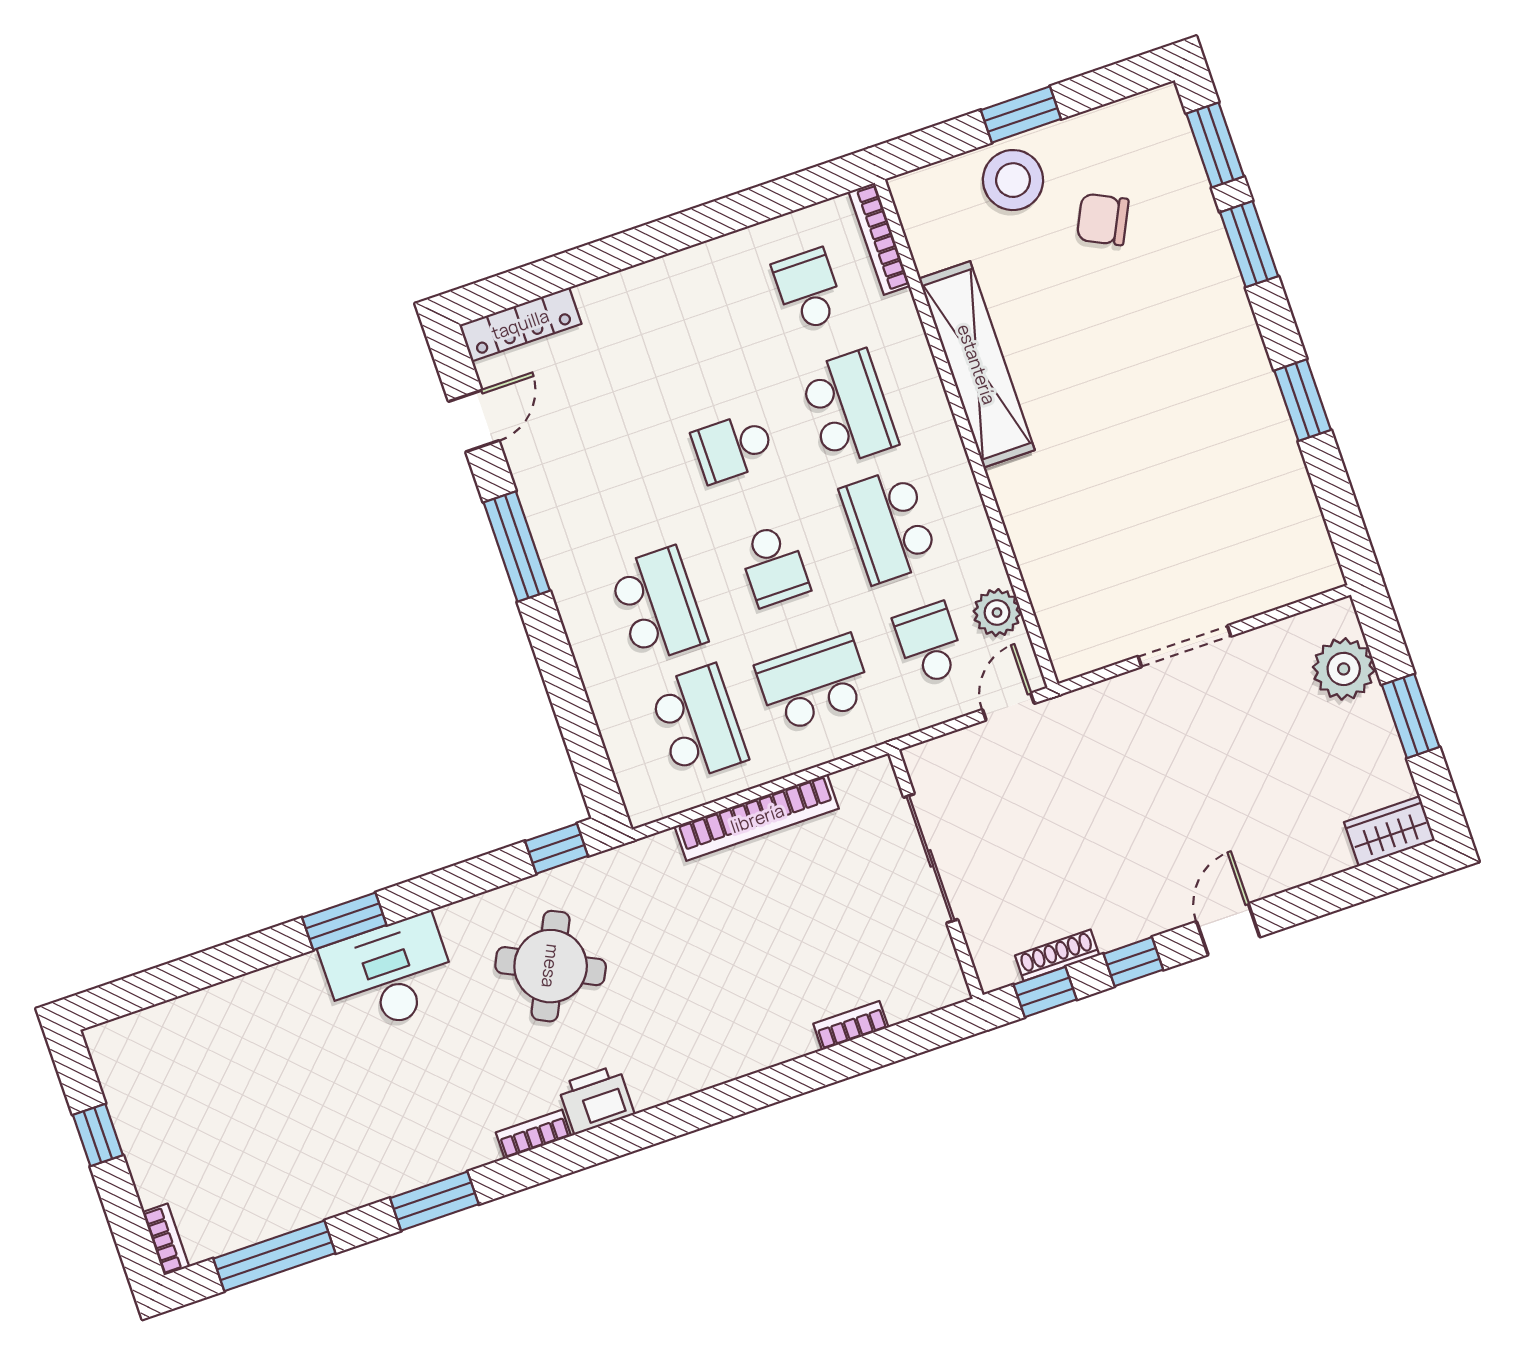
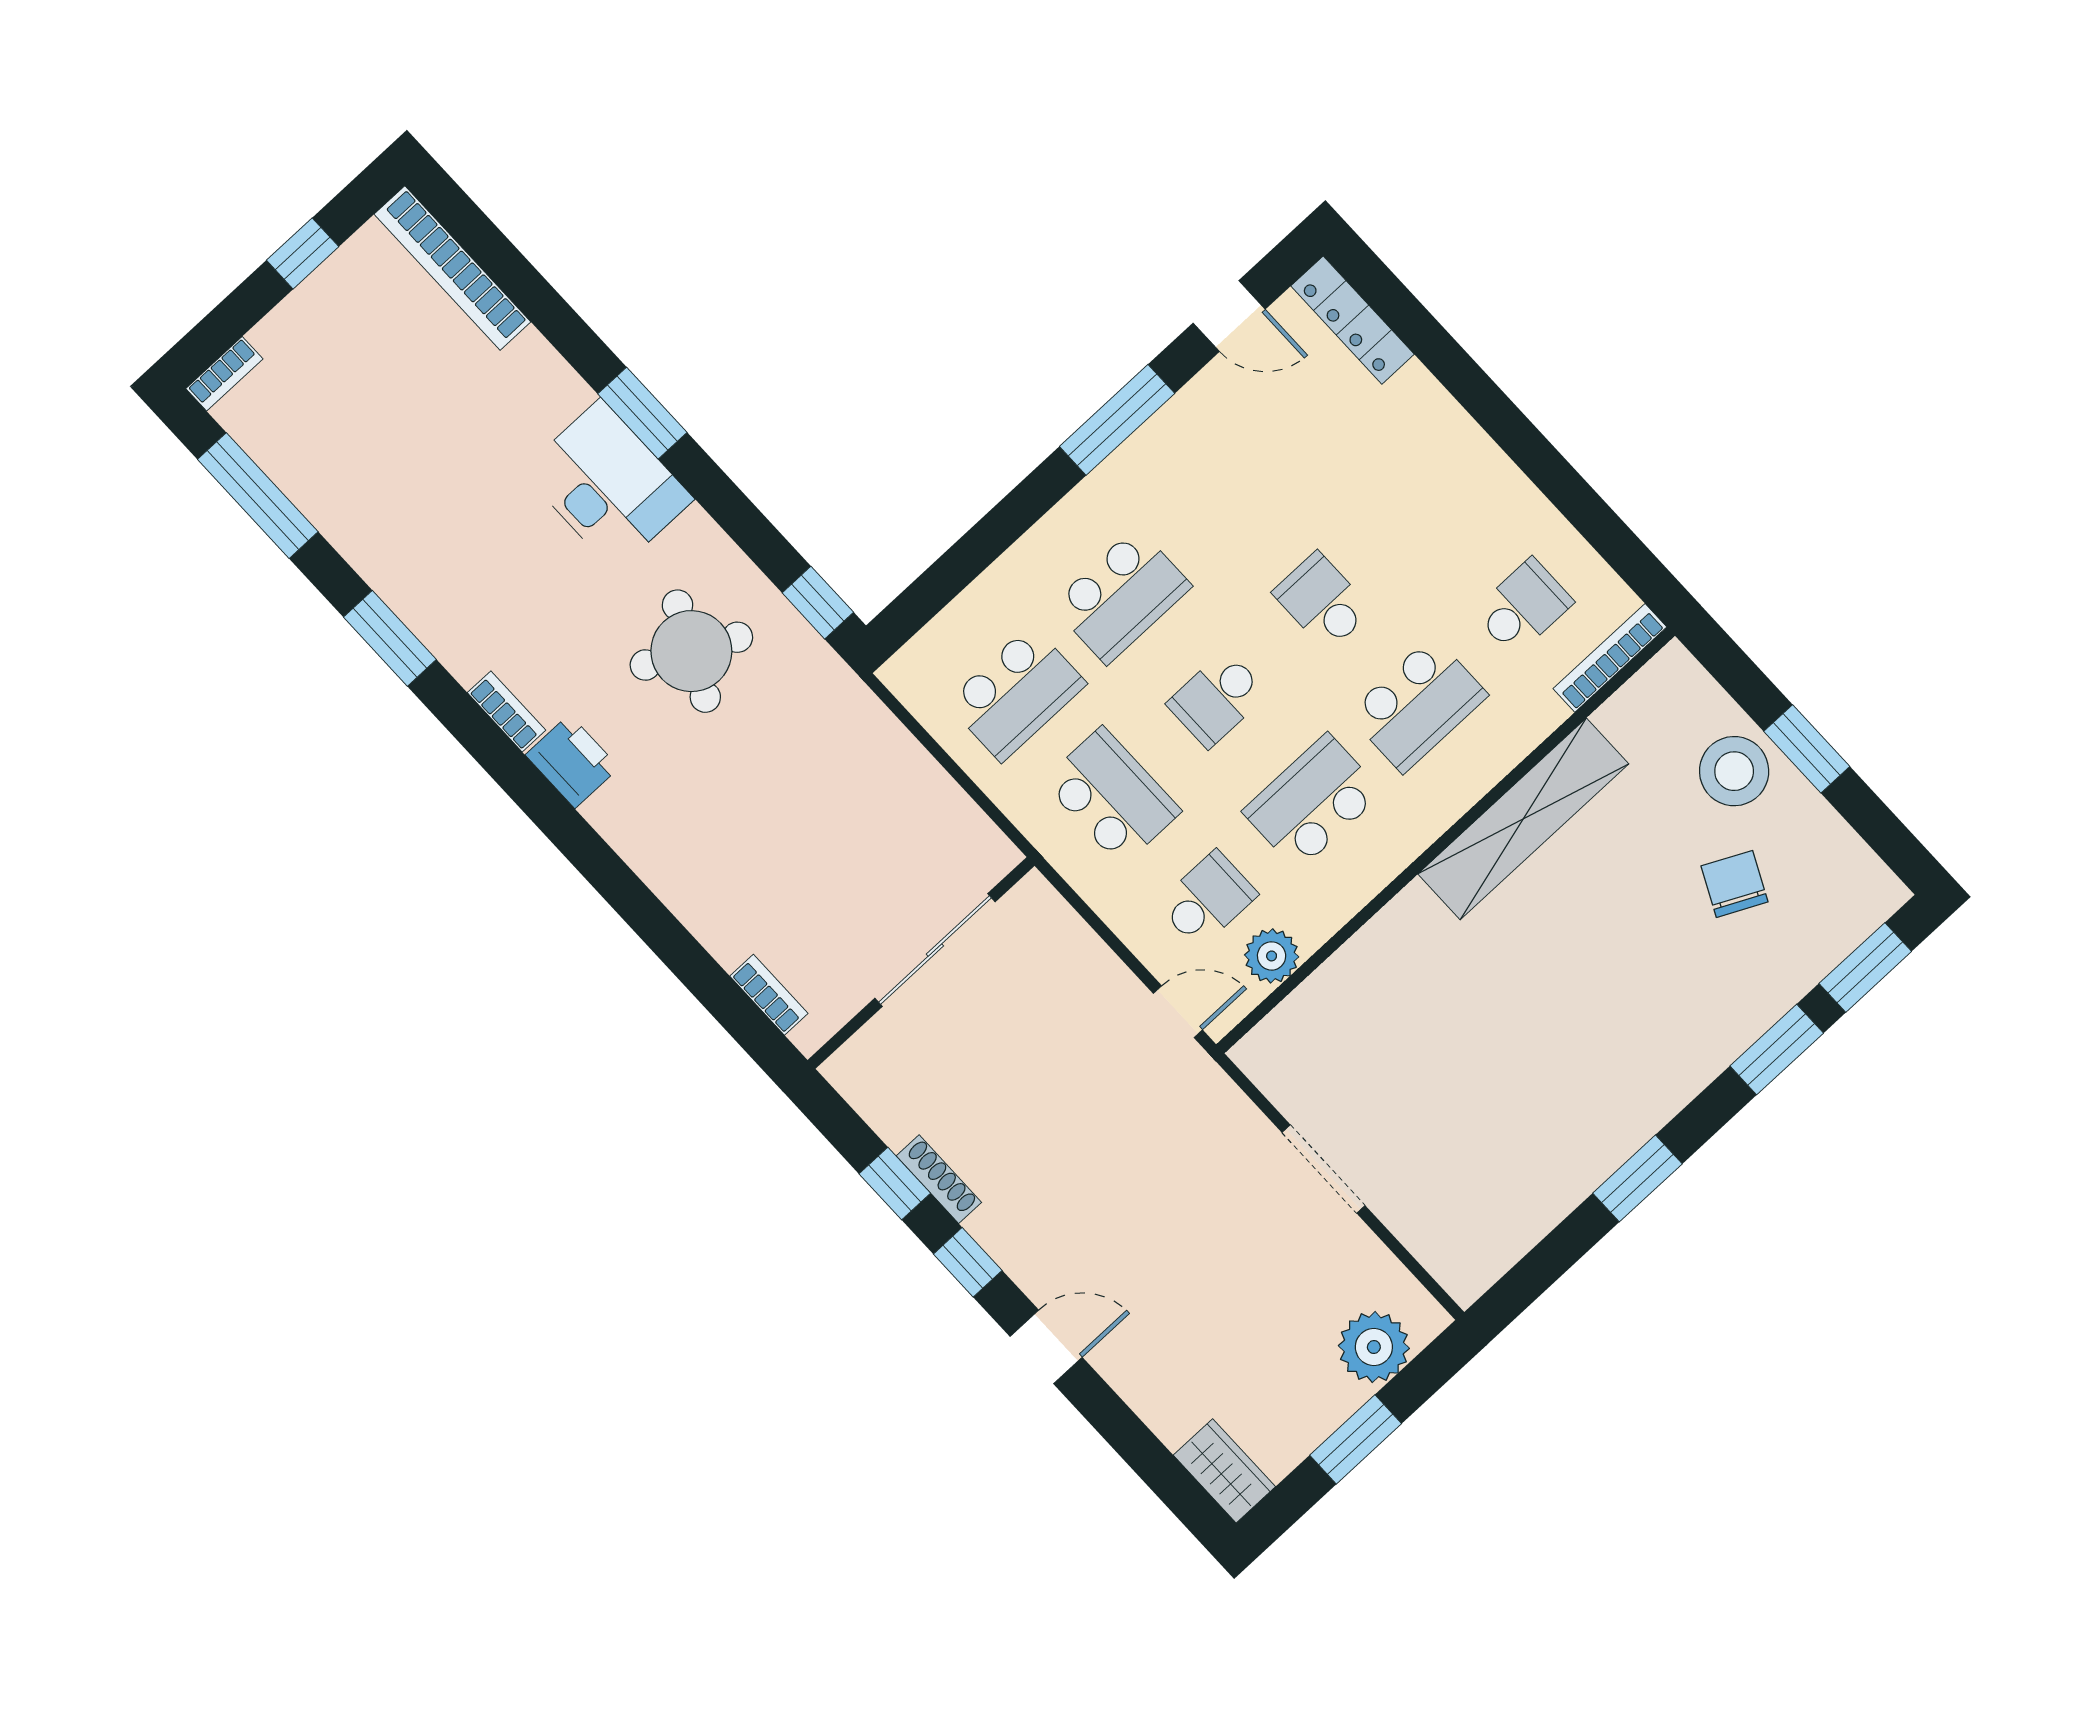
bookcase: (757, 818) -> (452, 268), moved
sliding door: (931, 858) -> (935, 950), moved
wall: (936, 874) -> (921, 963), moved

